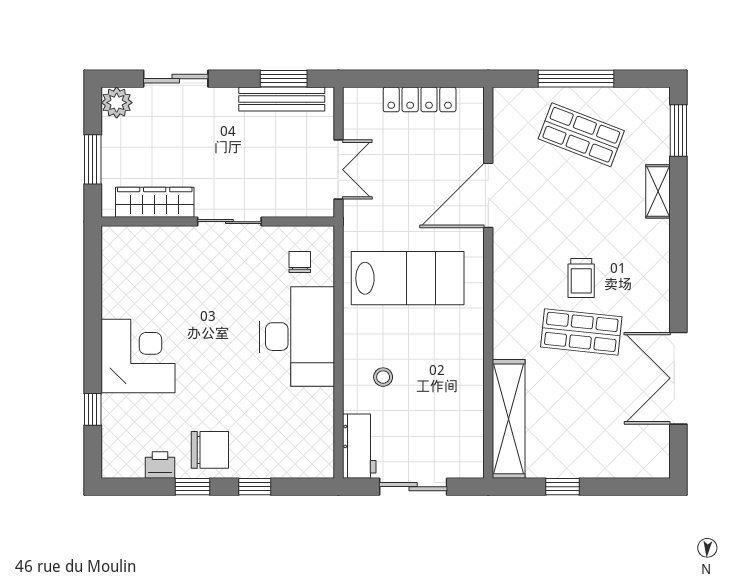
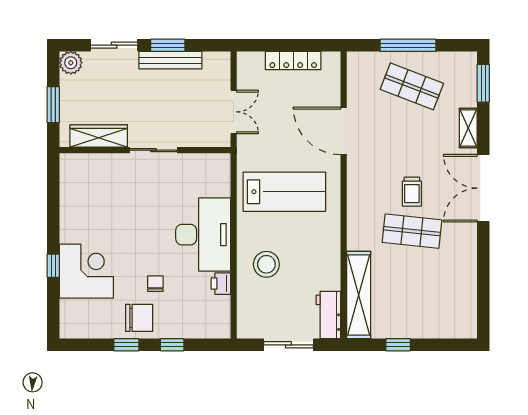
window: (284, 79) -> (168, 45), moved
bench: (282, 99) -> (170, 60), moved
door: (488, 195) -> (344, 131), hinge flipped
chair: (300, 262) -> (155, 284), moved
corner desk: (138, 356) -> (86, 271), moved
stool: (383, 377) -> (266, 264), width x1.89, depth x1.89
double door: (678, 378) -> (483, 188), moved
window: (93, 409) -> (53, 266), moved
workbench: (359, 446) -> (328, 315), moved, turned 180
printer: (160, 465) -> (221, 284), moved, turned -90

